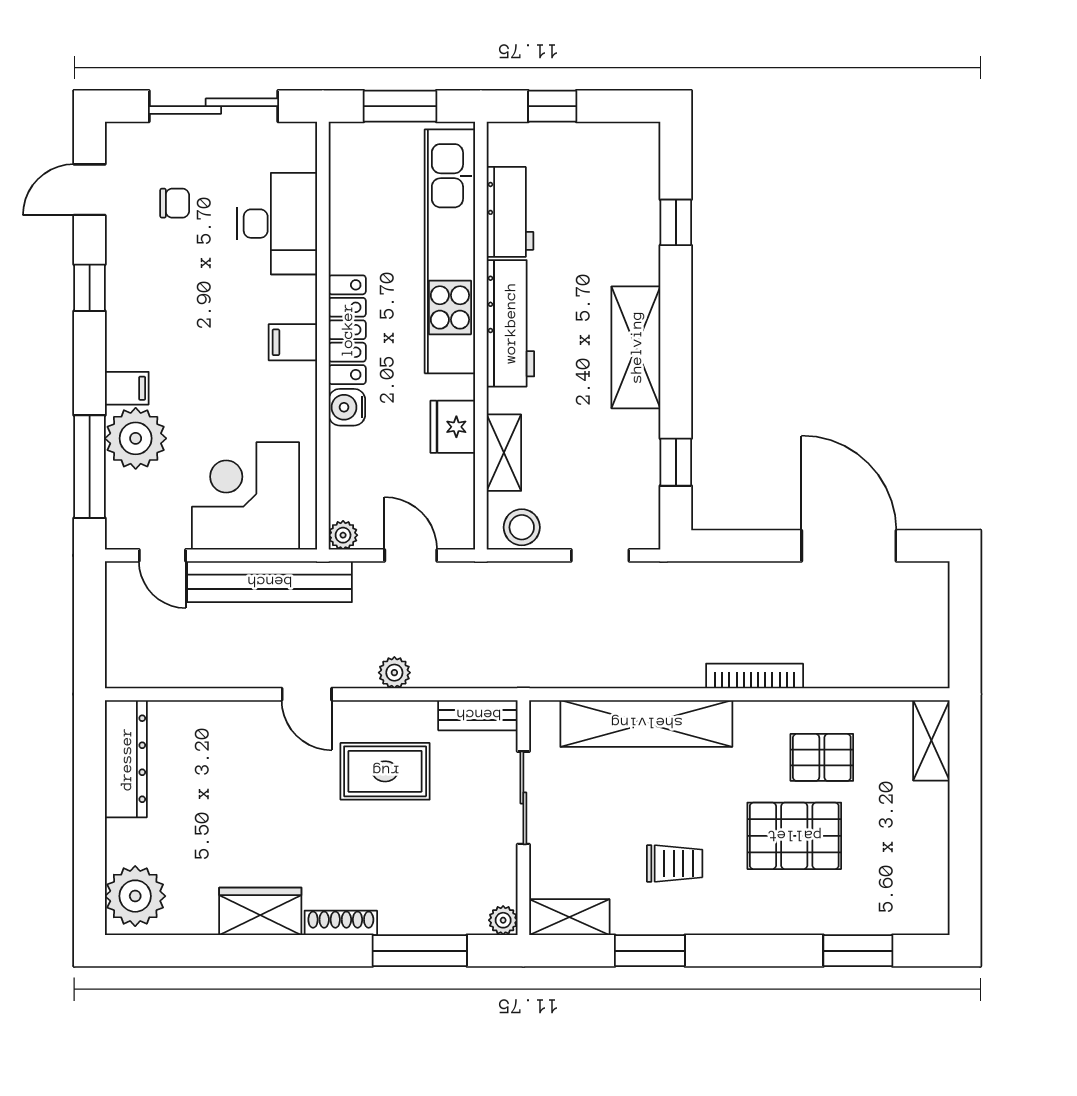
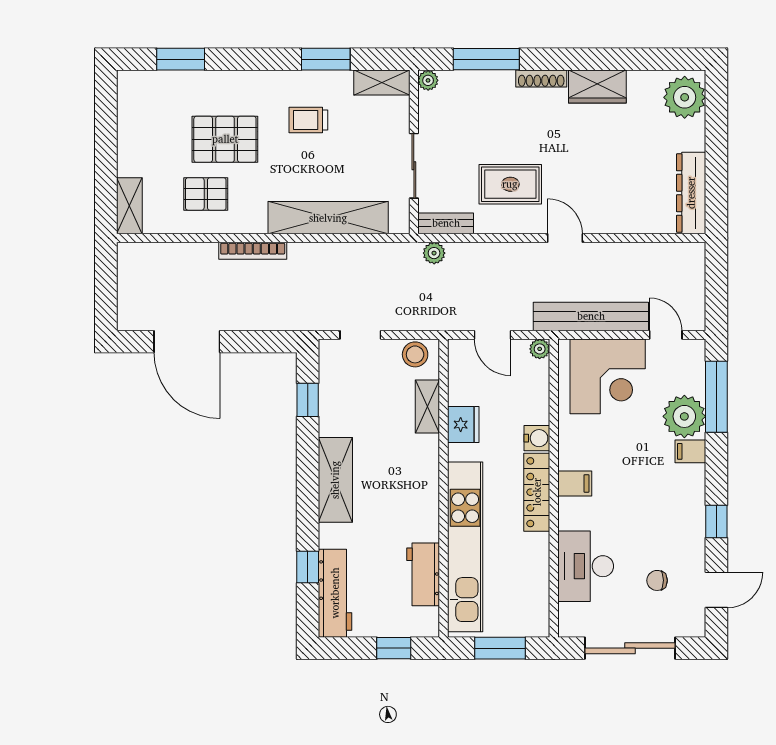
workbench: (510, 323) -> (335, 593), moved, turned 180
plant: (394, 673) -> (434, 253), moved

